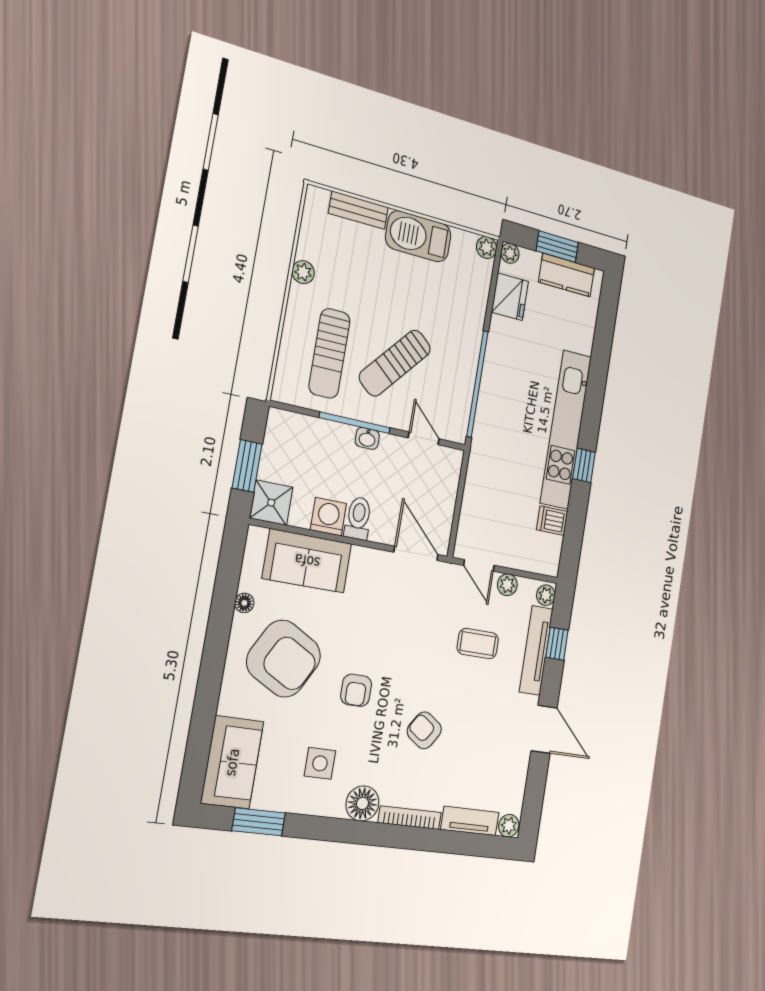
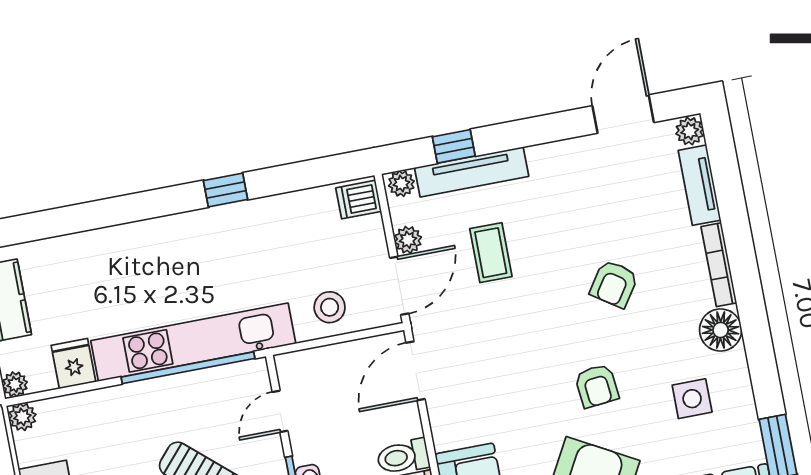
fridge: (510, 297) -> (73, 364), width x0.72
kitchen unit: (566, 430) -> (193, 342), moved, turned 180
stool: (482, 507) -> (330, 307), added
dishwasher: (552, 521) -> (359, 200), moved, turned 90
door: (479, 565) -> (399, 286), width x1.38
armchair: (356, 690) -> (597, 386), turned 84
door: (544, 729) -> (623, 114), moved

